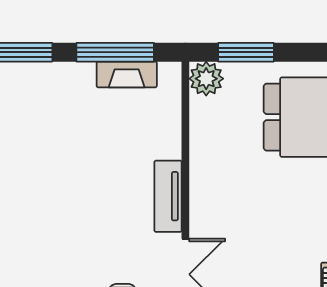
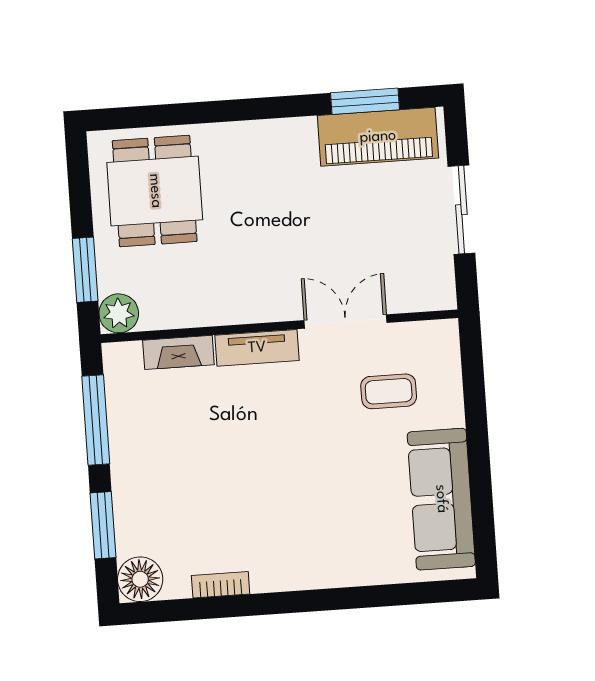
fireplace: (127, 74) -> (178, 352), moved, turned 90

